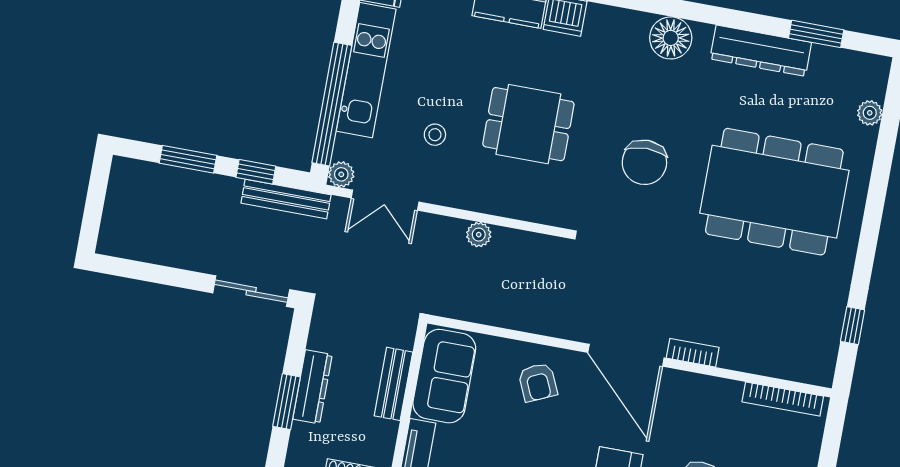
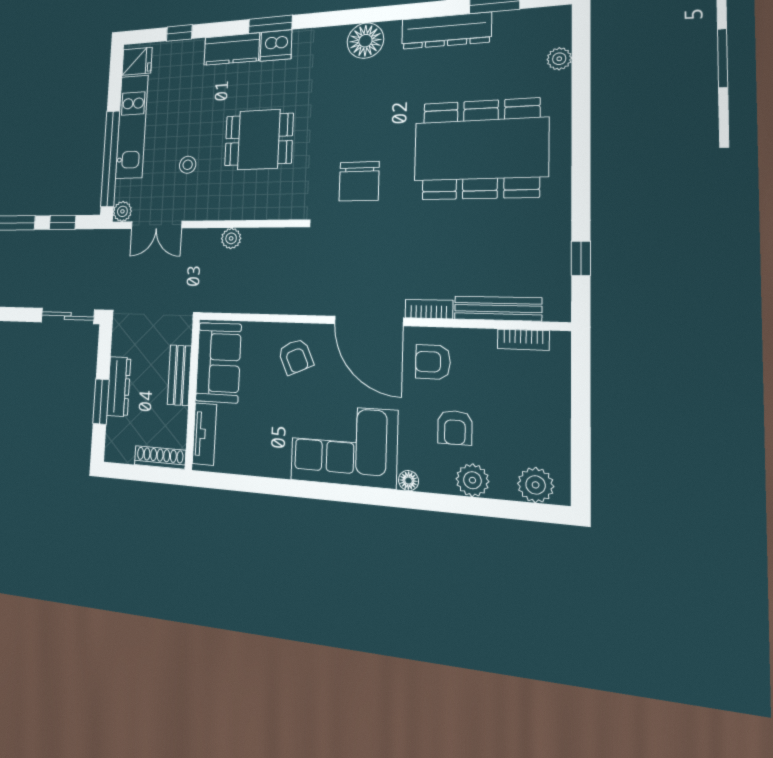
chair: (644, 162) -> (359, 181), moved
bench: (286, 199) -> (498, 309), moved
bookcase: (783, 399) -> (523, 340), width x0.64
armchair: (688, 409) -> (433, 362), added

